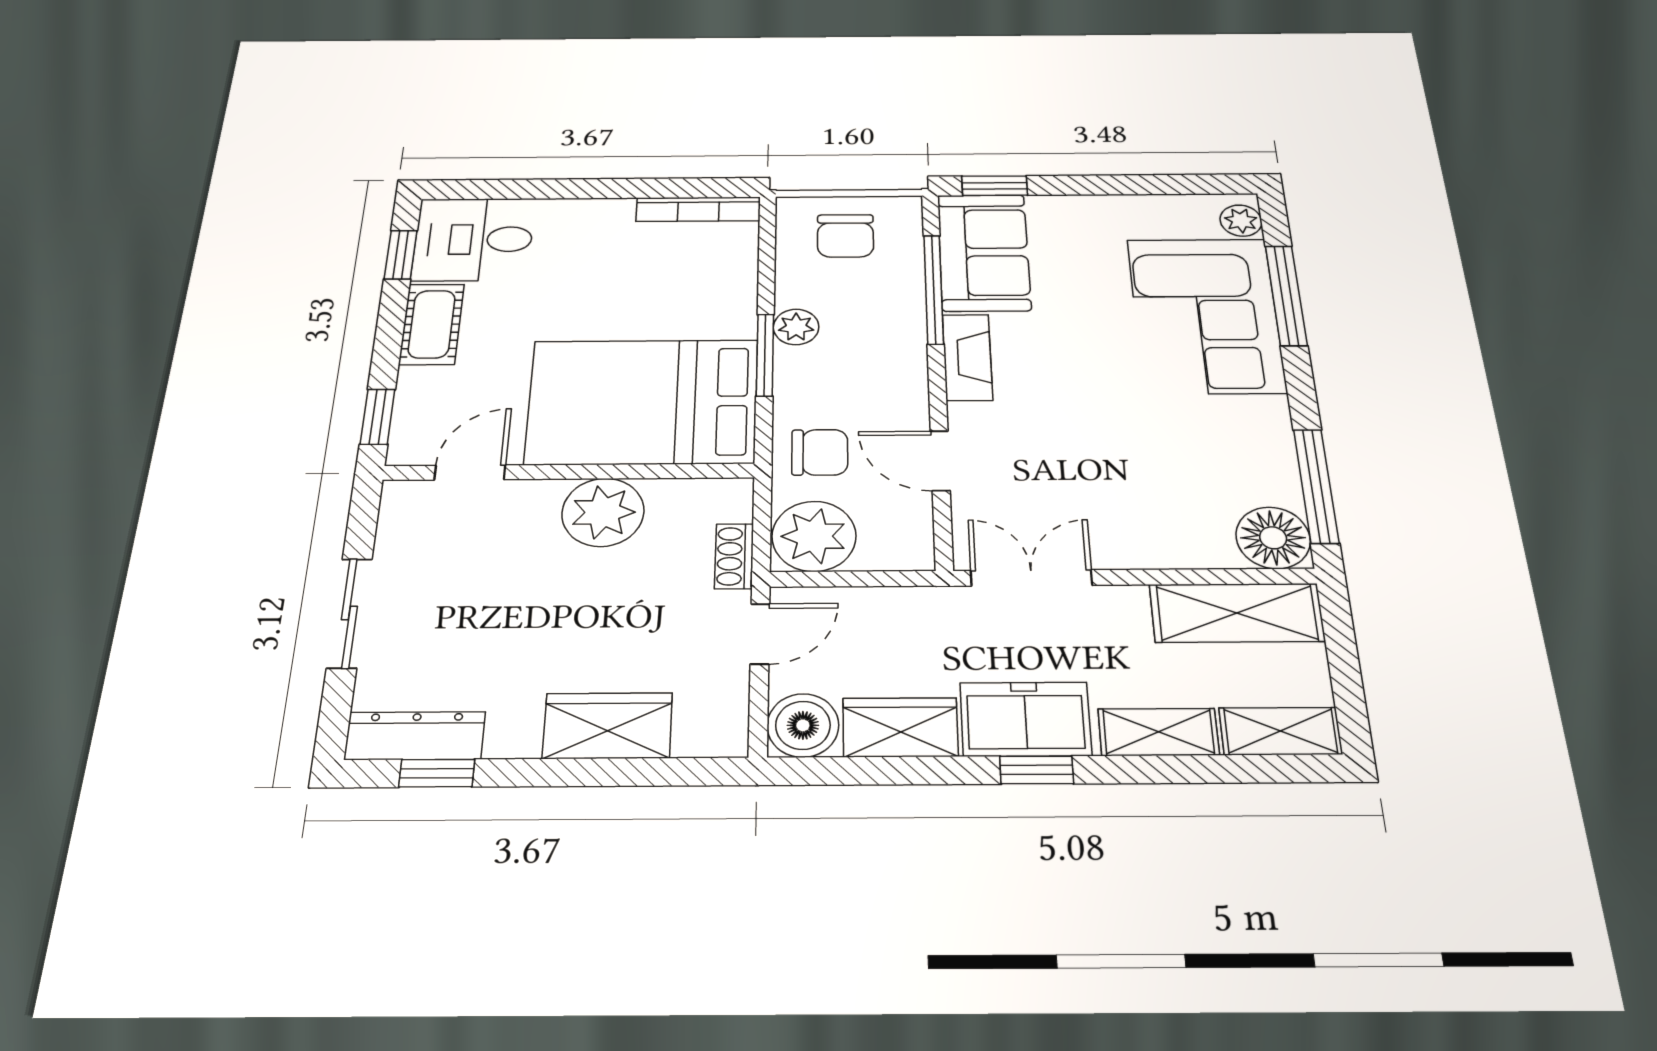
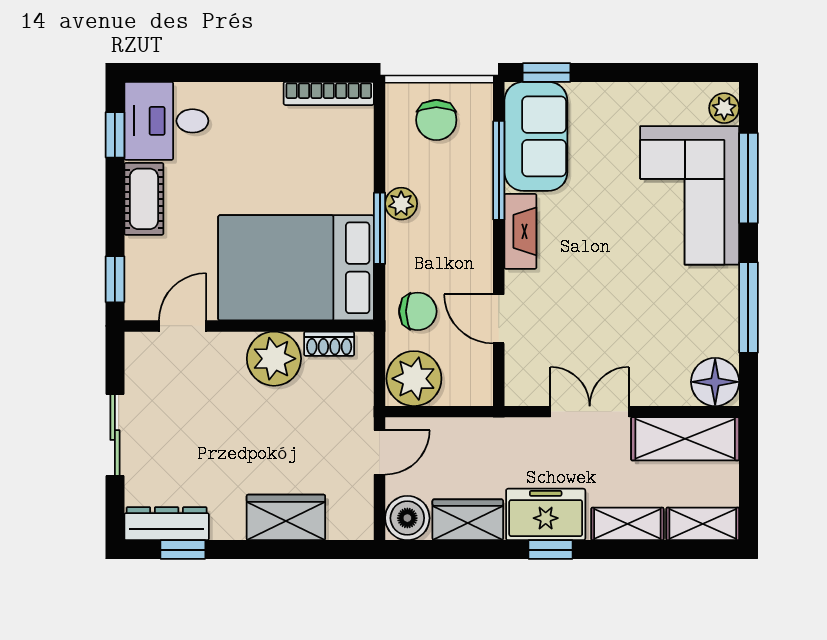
window: (1316, 486) -> (748, 307), moved
shoe rack: (734, 556) -> (329, 344), moved, turned -90
double door: (1031, 578) -> (590, 412), moved

